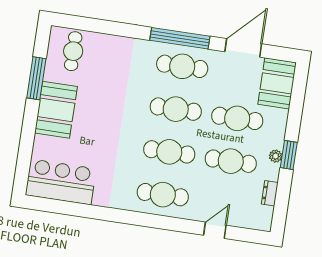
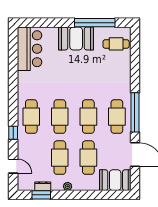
window: (36, 78) -> (95, 23), width x1.46
window: (289, 155) -> (41, 195), moved
window: (183, 225) -> (13, 133), added
door: (215, 230) -> (13, 166), moved

